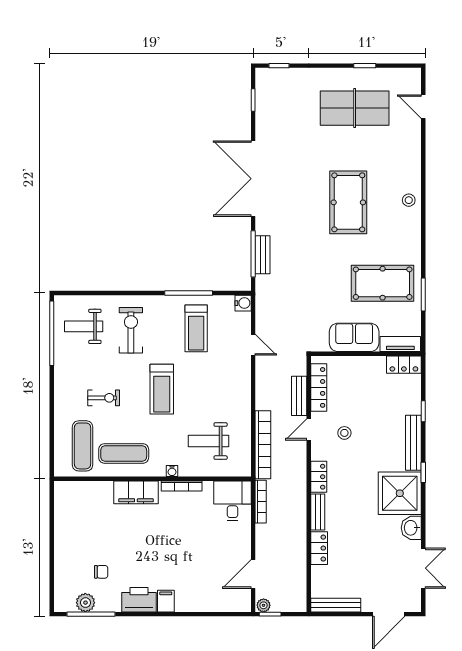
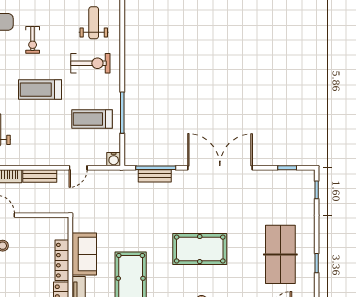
locker: (319, 387) -> (62, 260), moved, turned 90
bench: (299, 396) -> (40, 176), moved

